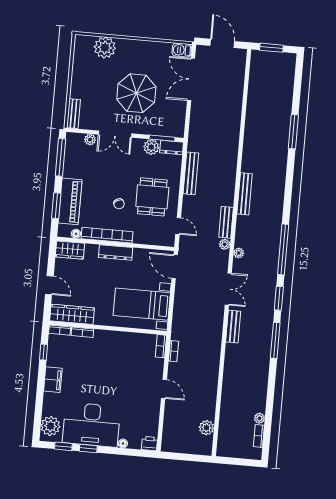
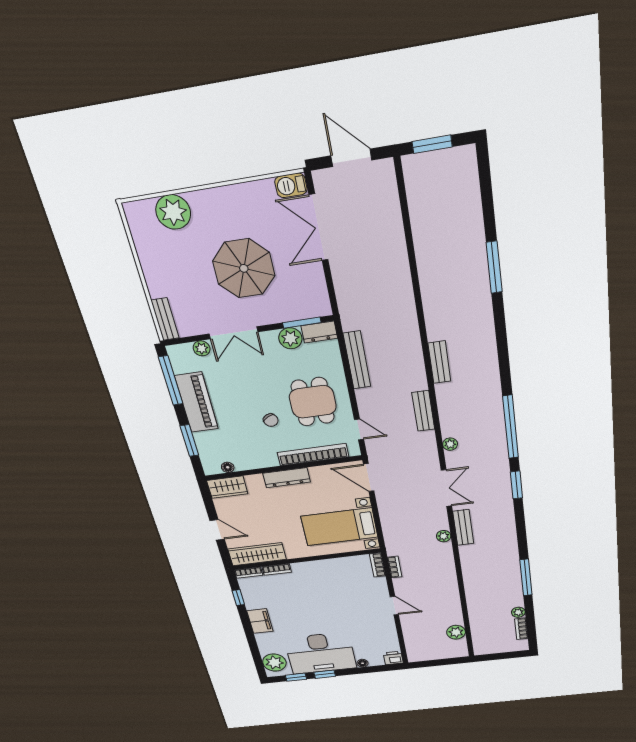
bench: (245, 194) -> (439, 362), width x0.73
piano: (70, 201) -> (196, 402), moved
bookcase: (107, 235) -> (313, 455), moved
plant: (225, 244) -> (444, 536), moved
window: (275, 340) -> (526, 578), moved

